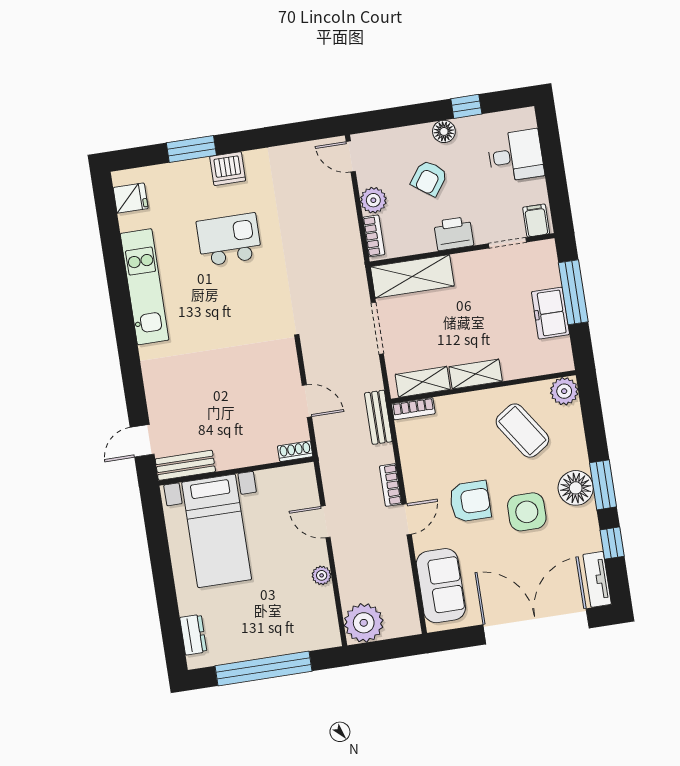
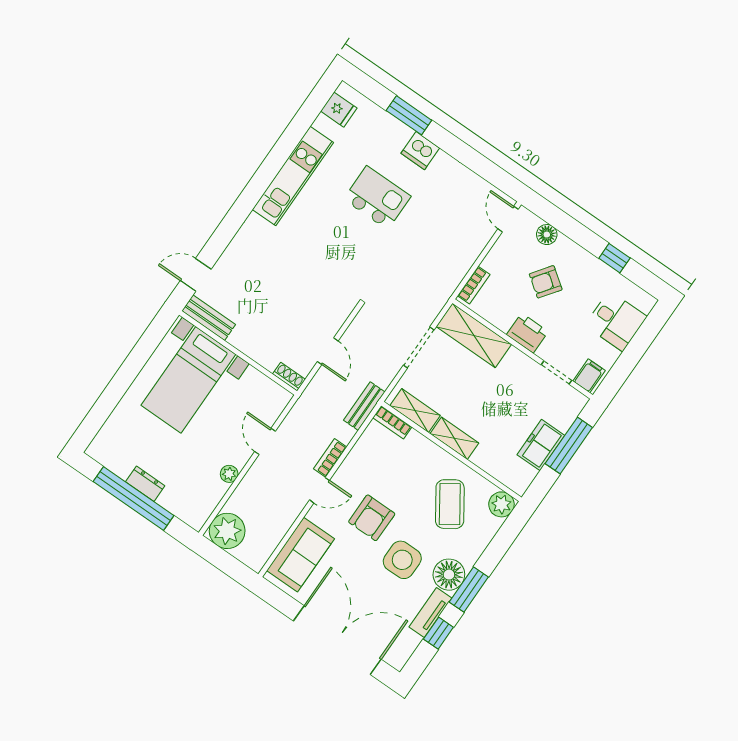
floor lamp: (444, 131) -> (547, 235), moved
plant: (373, 200) -> (496, 262), removed
armchair: (470, 501) -> (372, 518), turned 90
tv unit: (597, 579) -> (430, 613), moved
dresser: (193, 635) -> (145, 484), moved, turned -90

